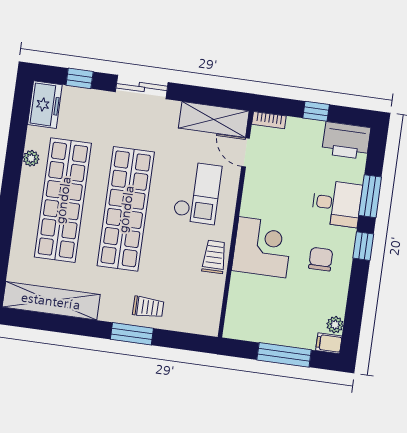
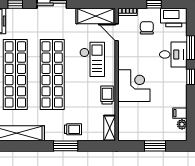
chair: (321, 259) -> (147, 28), moved
shelving: (211, 314) -> (110, 128), added
filing cabinet: (329, 343) -> (180, 113), moved
window: (284, 355) -> (155, 146), width x0.69

